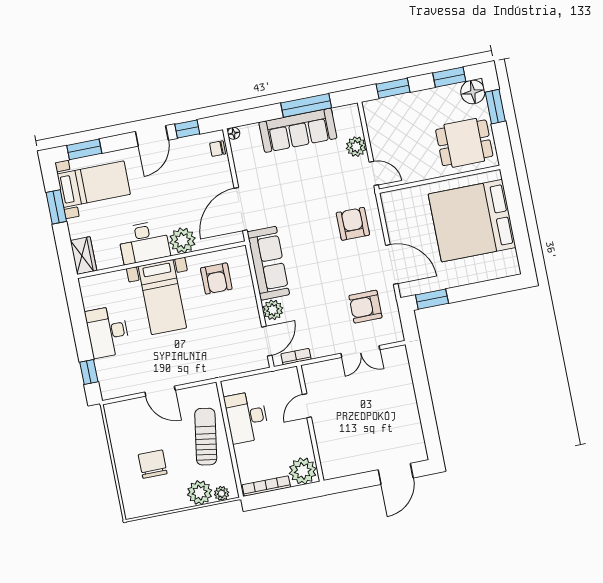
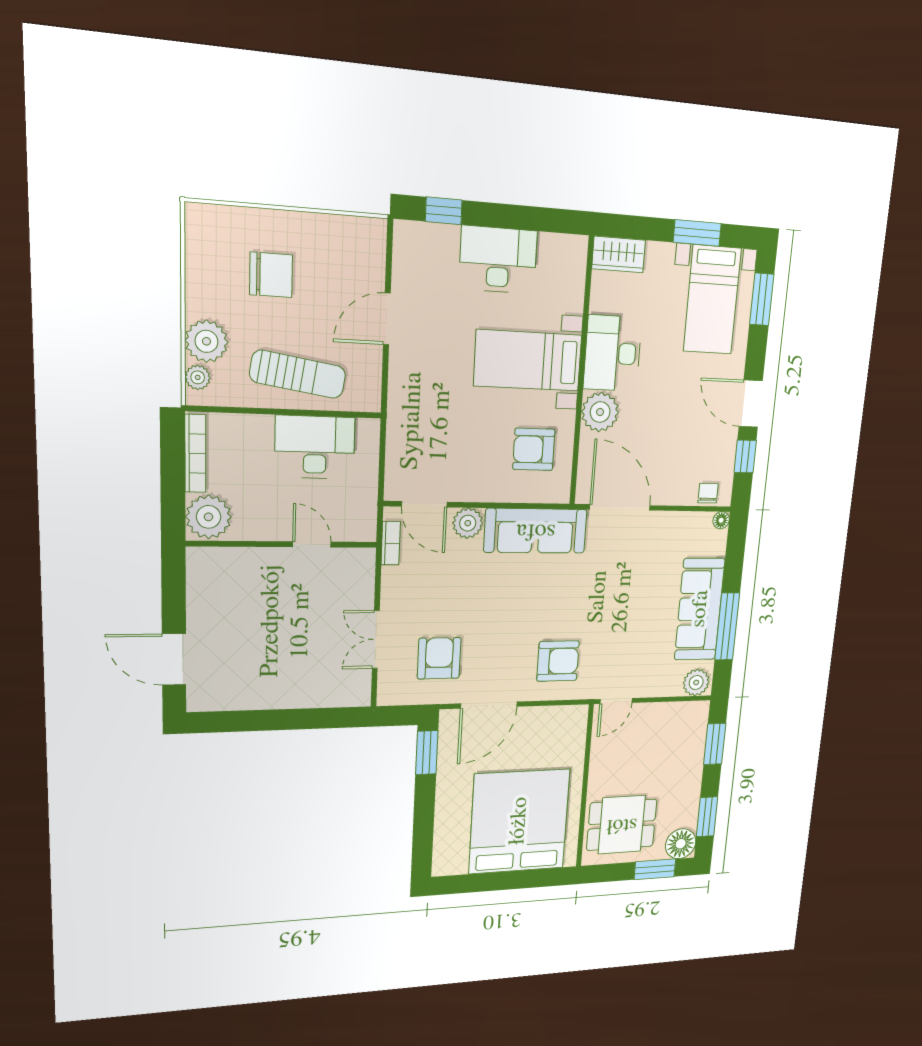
dining table: (464, 143) -> (622, 825), turned 90
plant: (356, 147) -> (696, 682), moved

